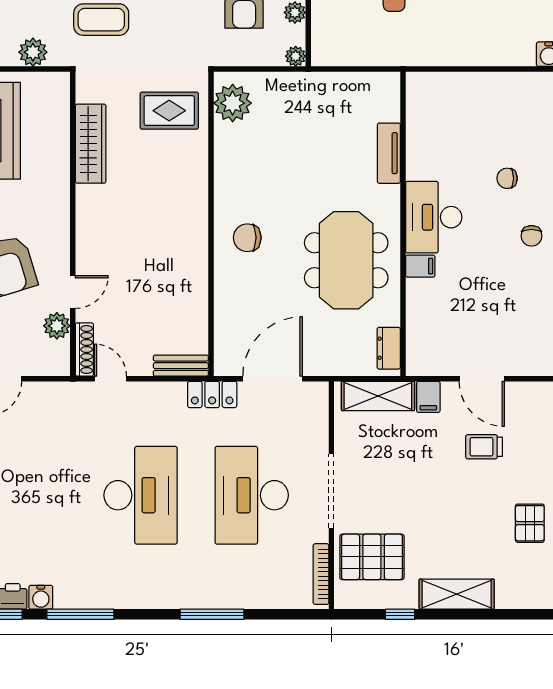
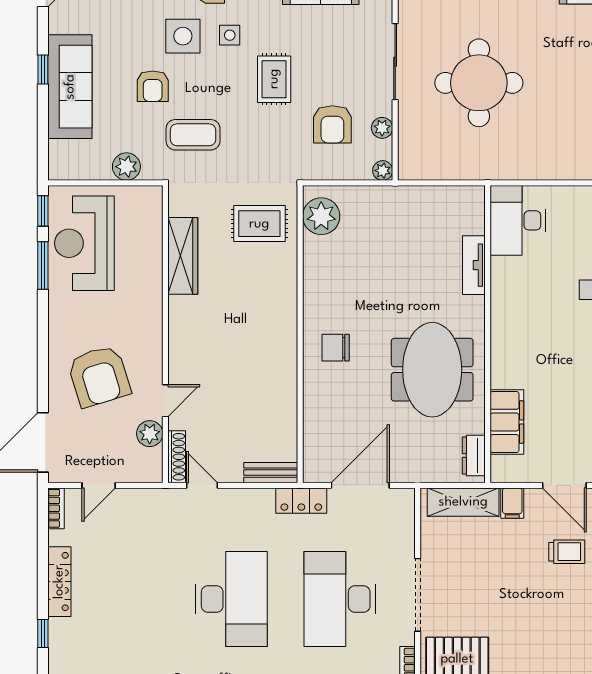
desk: (434, 217) -> (518, 220), moved
filing cabinet: (420, 266) -> (507, 422), moved, width x3.00, depth x1.17
trolley: (484, 447) -> (567, 552), turned 180

